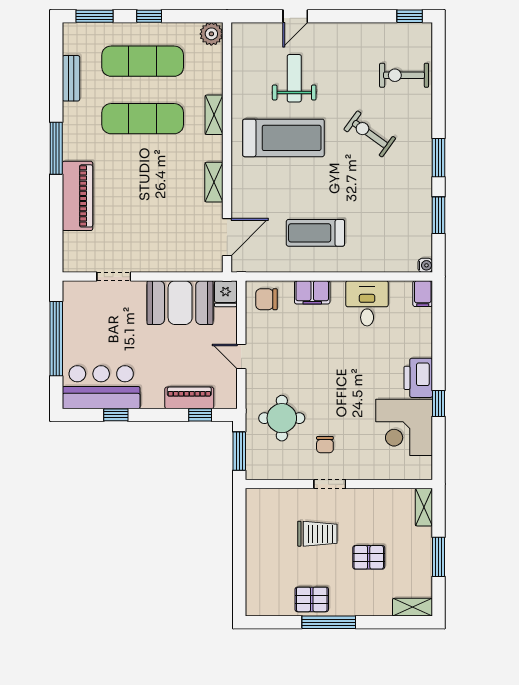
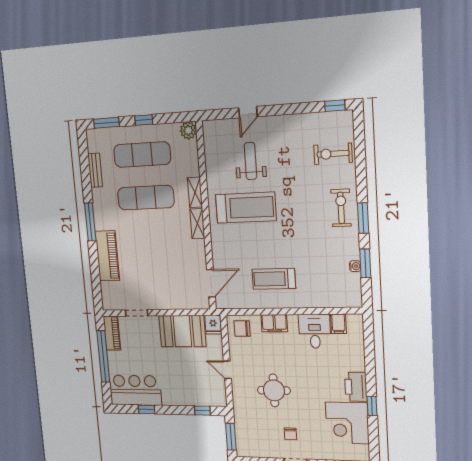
exercise bike: (370, 134) -> (341, 208), moved, turned 54
shelving: (214, 182) -> (197, 224), moved
water cooler: (425, 265) -> (355, 266), moved
filing cabinet: (423, 294) -> (338, 324), moved
piano: (189, 398) -> (112, 333), moved, turned 90
round table: (282, 418) -> (274, 390), moved

